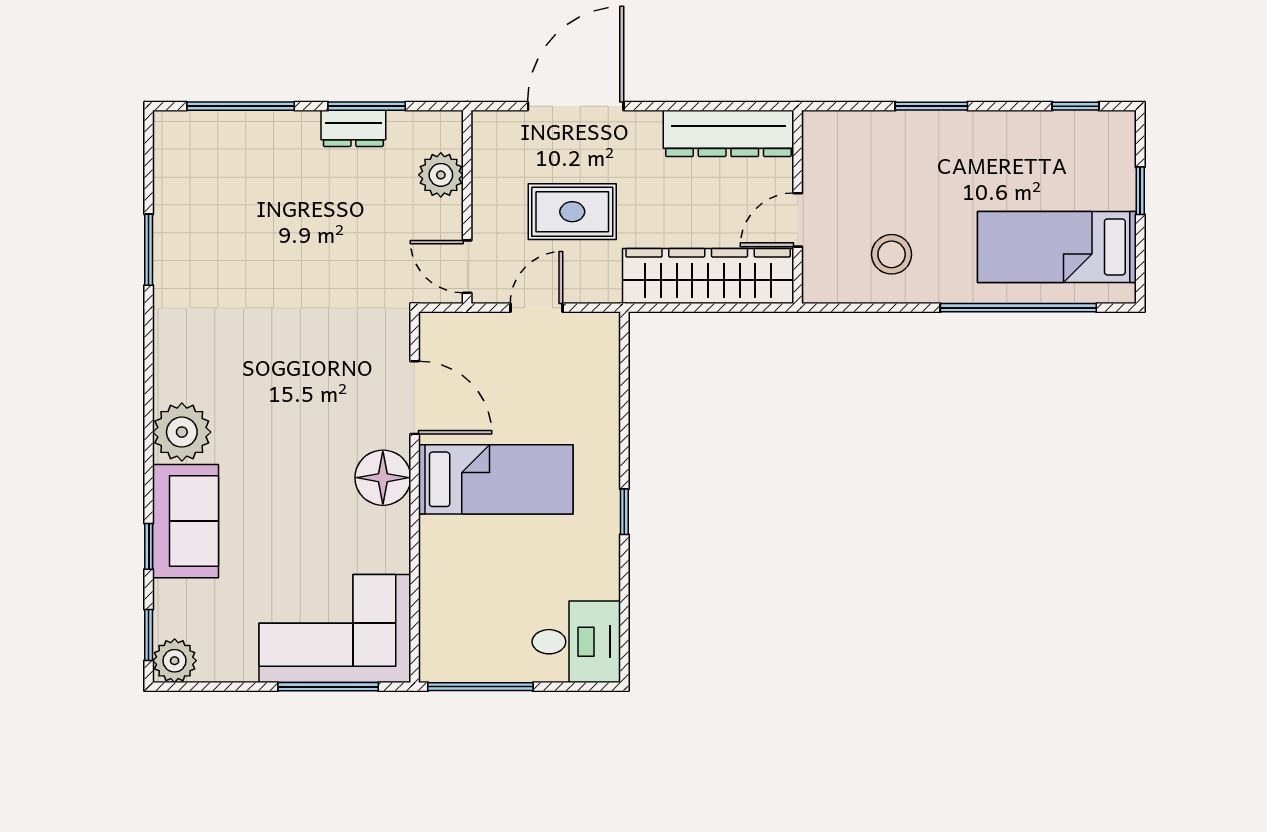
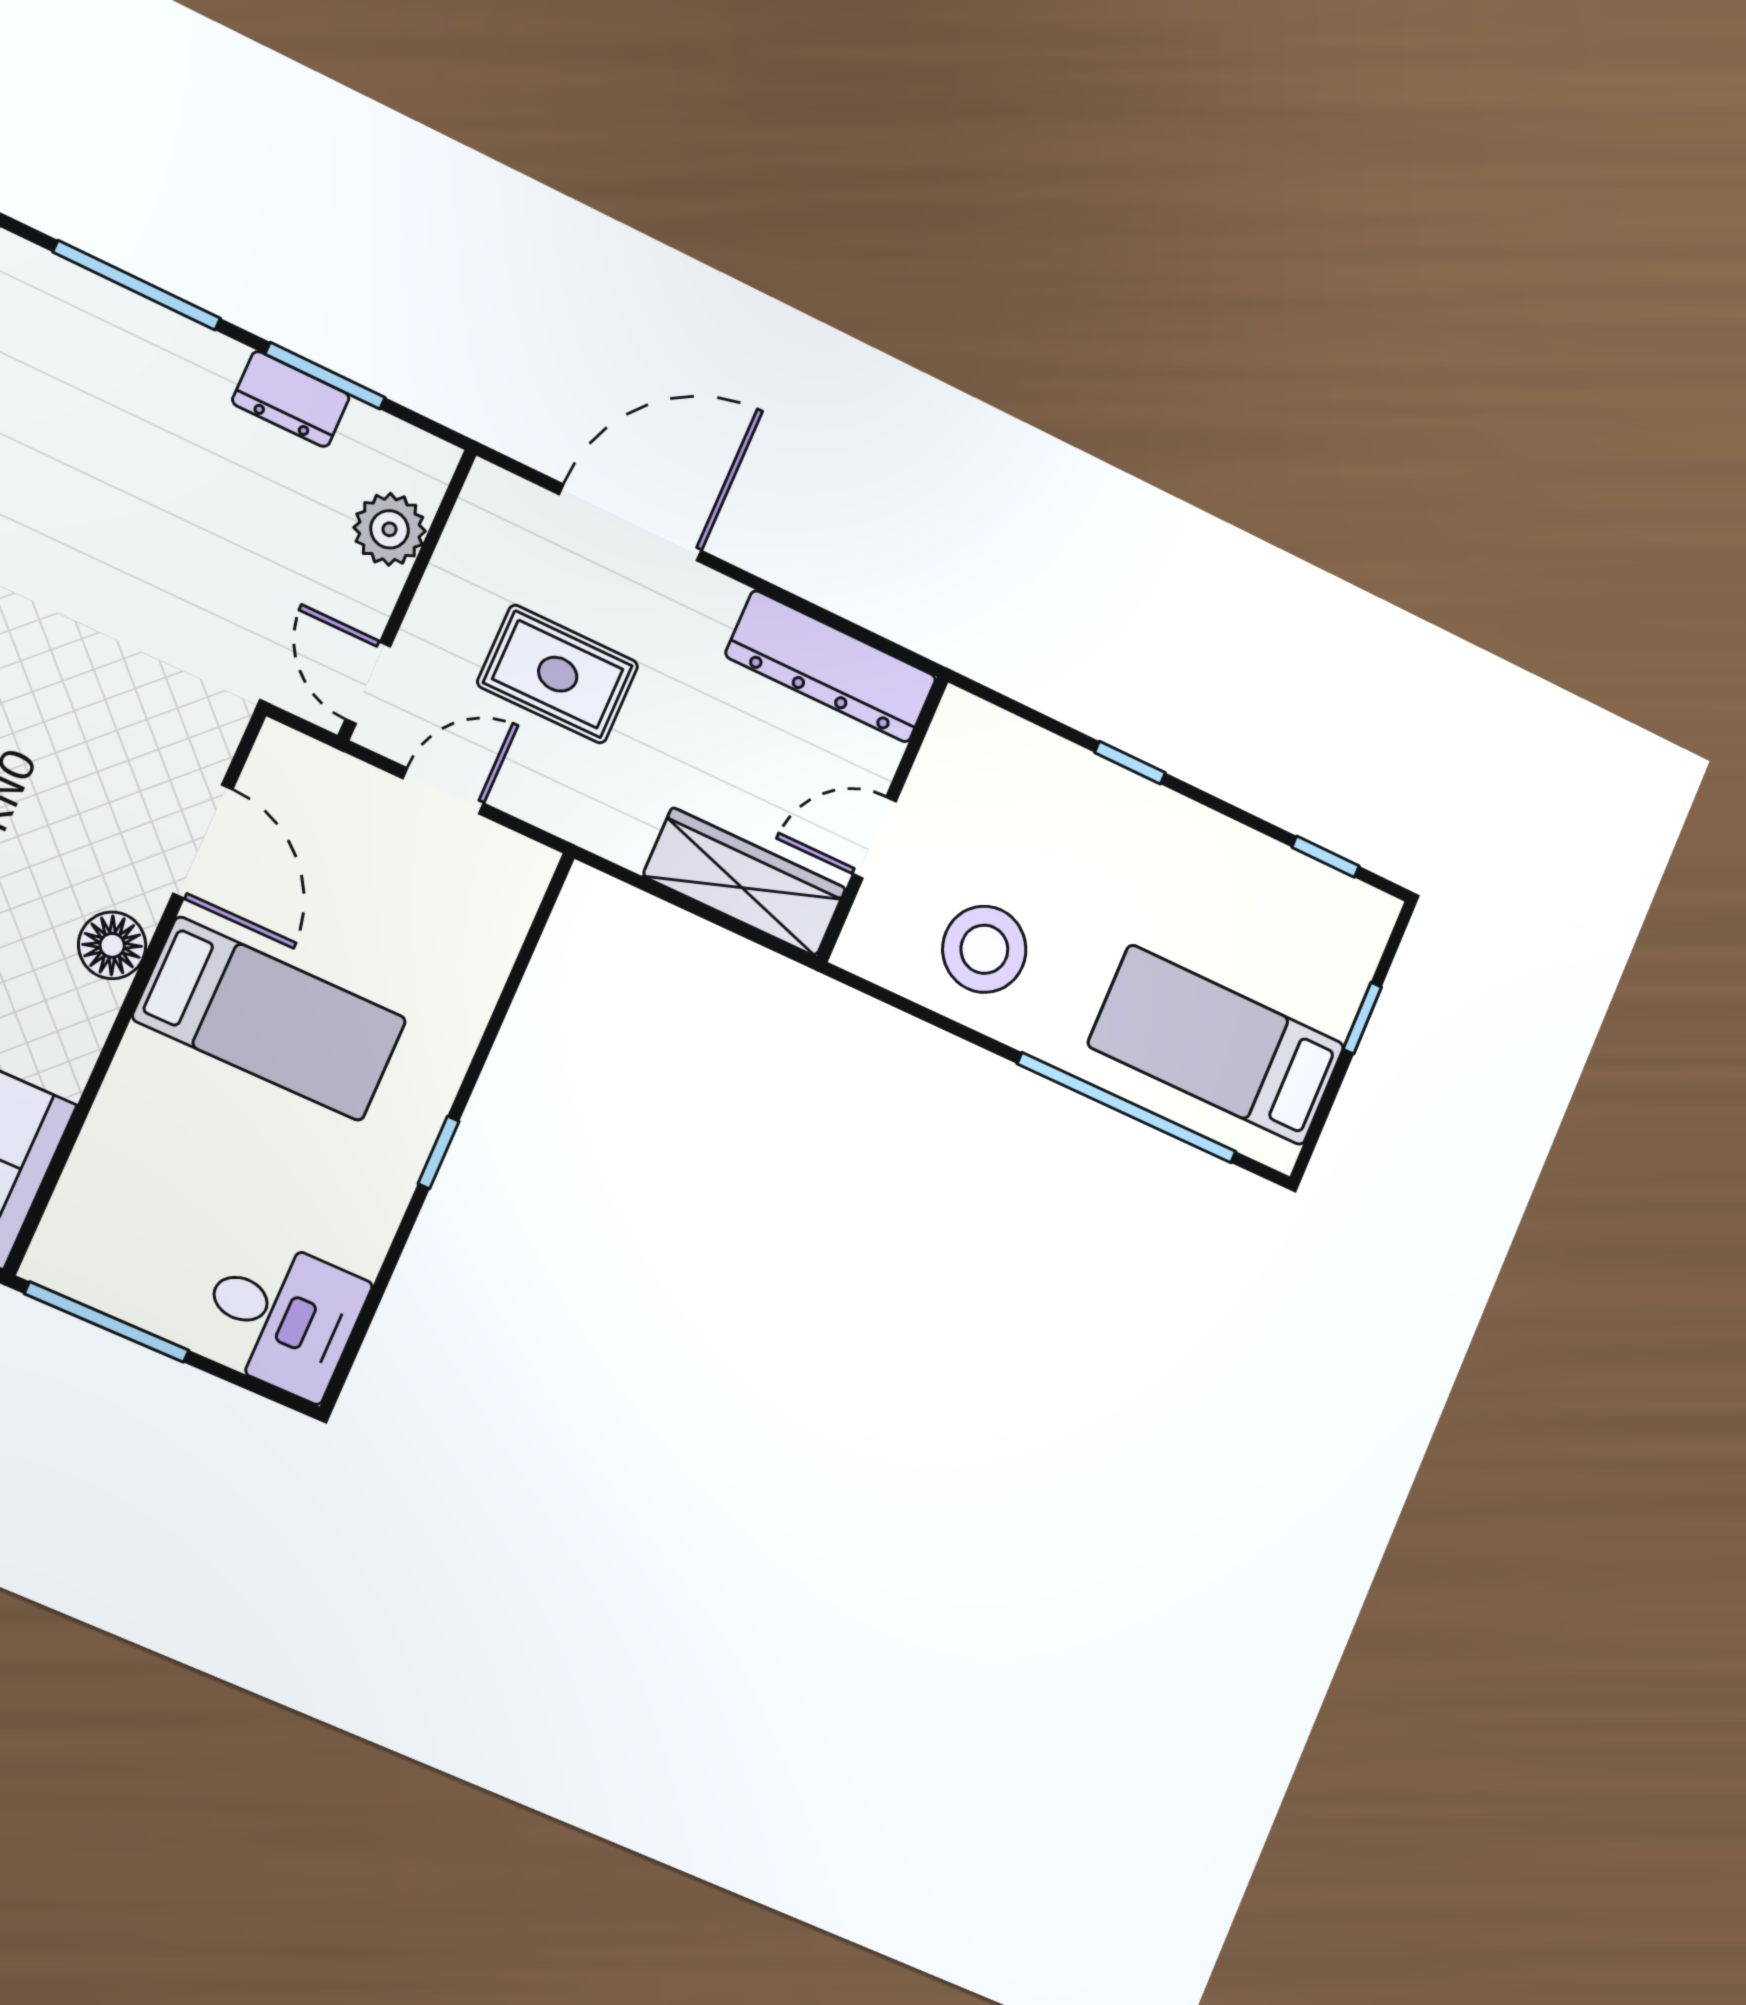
window: (931, 106) -> (1130, 763), width x0.67
stool: (892, 254) -> (984, 949), width x1.38, depth x1.38
wardrobe: (708, 276) -> (744, 882), width x0.71, depth x0.85
floor lamp: (383, 478) -> (112, 945), width x0.73, depth x0.73

